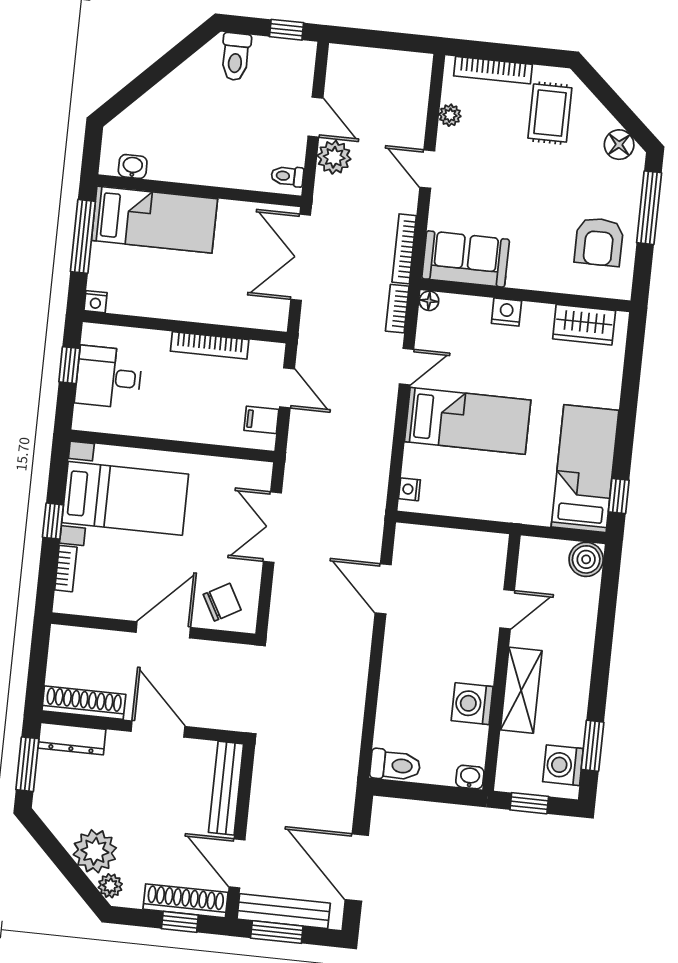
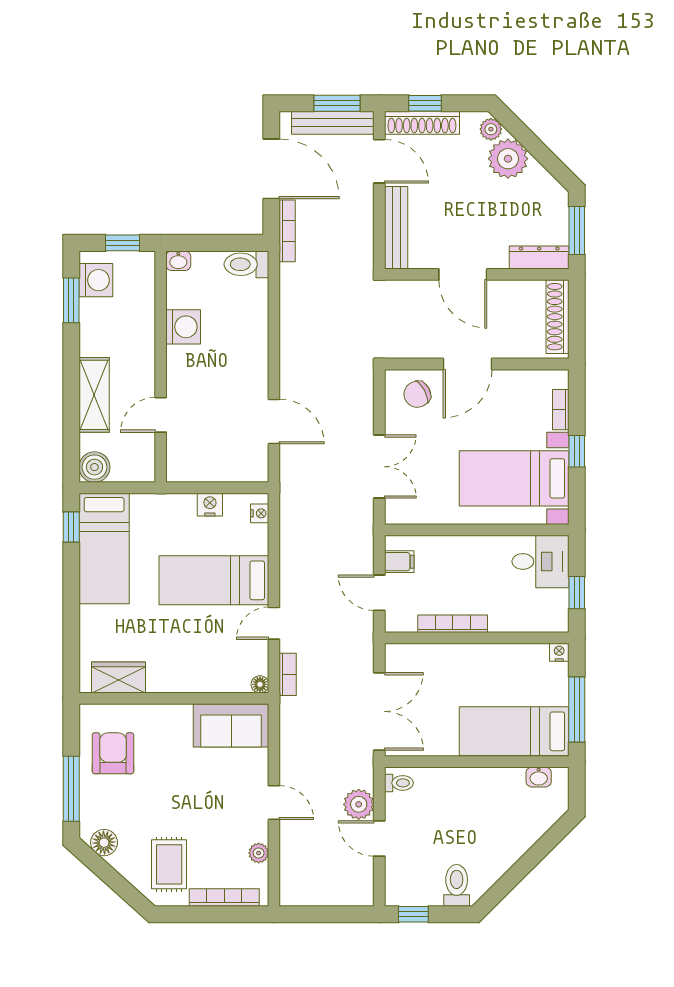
bookcase: (404, 249) -> (287, 231), moved
nightstand: (506, 312) -> (210, 505), moved, turned 180
desk: (109, 377) -> (540, 561), moved
shelving: (521, 690) -> (94, 395), moved
shoe rack: (84, 703) -> (557, 317), moved, turned 90

